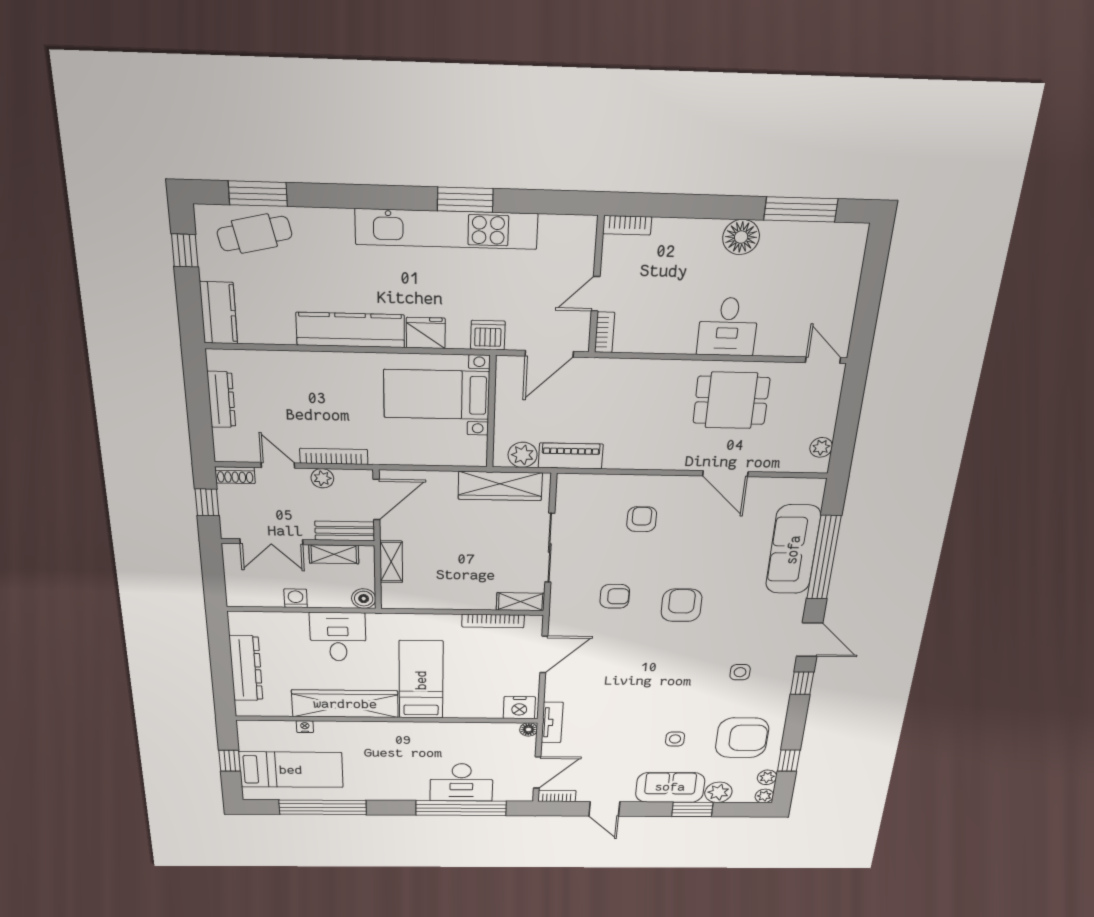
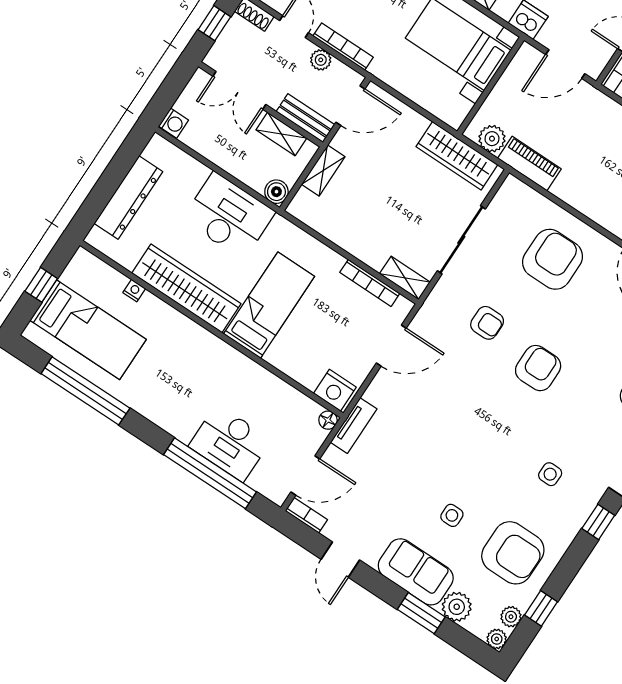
armchair: (642, 519) -> (553, 259), width x1.88, depth x1.88
washing machine: (296, 598) -> (174, 123), moved, turned 90
desk: (338, 637) -> (229, 216), width x1.37

